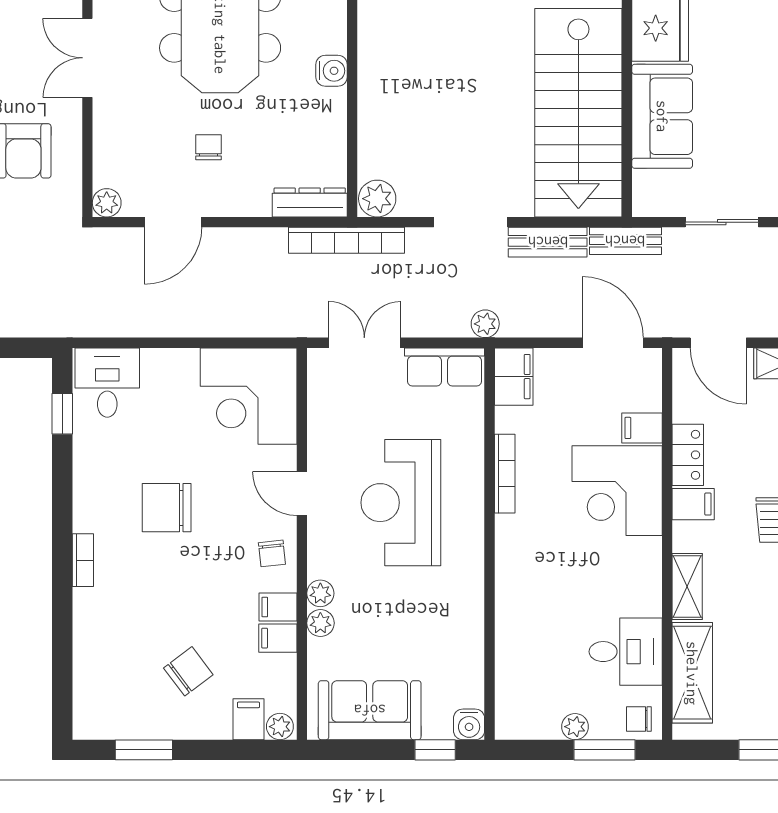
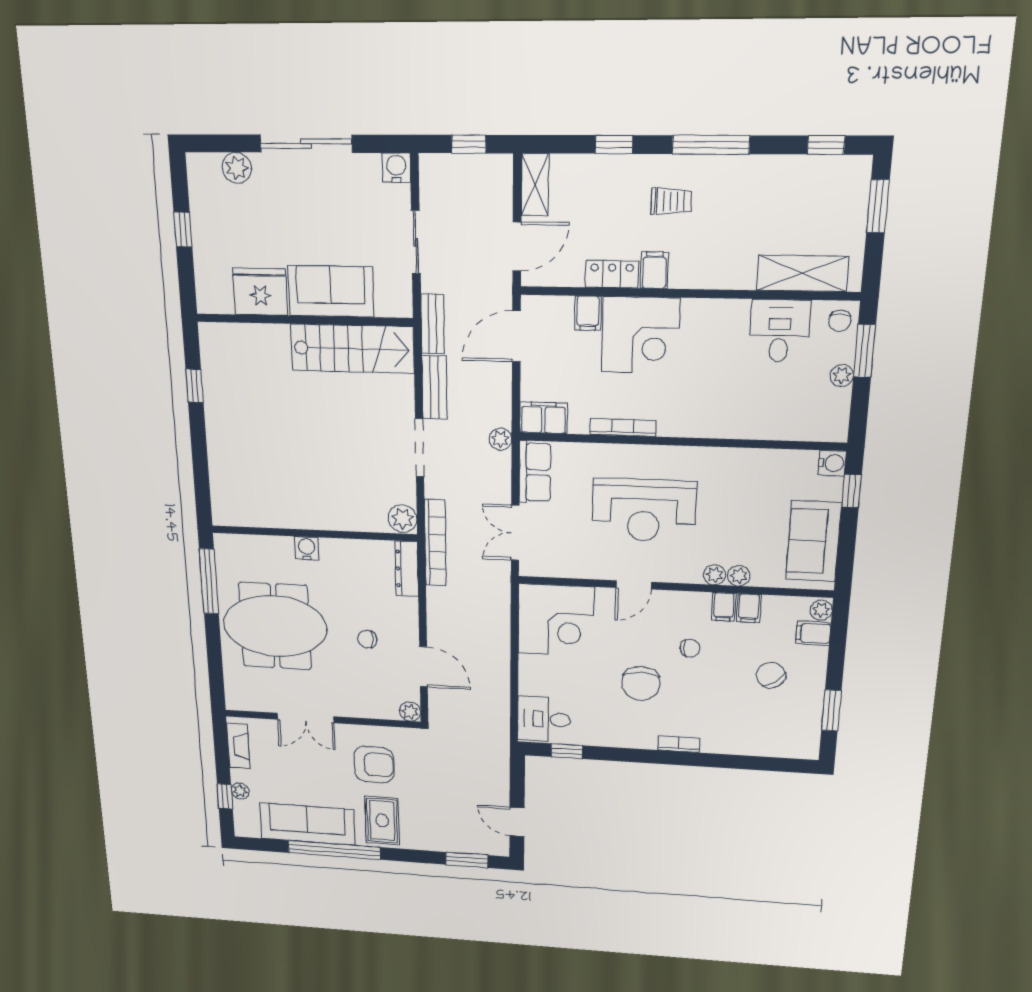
stairs: (578, 113) -> (352, 349), width x0.73, depth x0.66
chair: (272, 553) -> (690, 648), moved
shelving: (687, 587) -> (726, 277), removed

